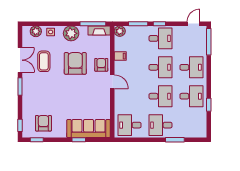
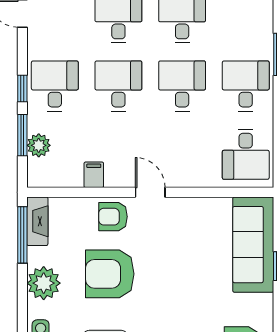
plant: (120, 31) -> (39, 145), moved
door: (112, 82) -> (150, 192), hinge flipped
desk: (161, 125) -> (246, 86), turned 180

